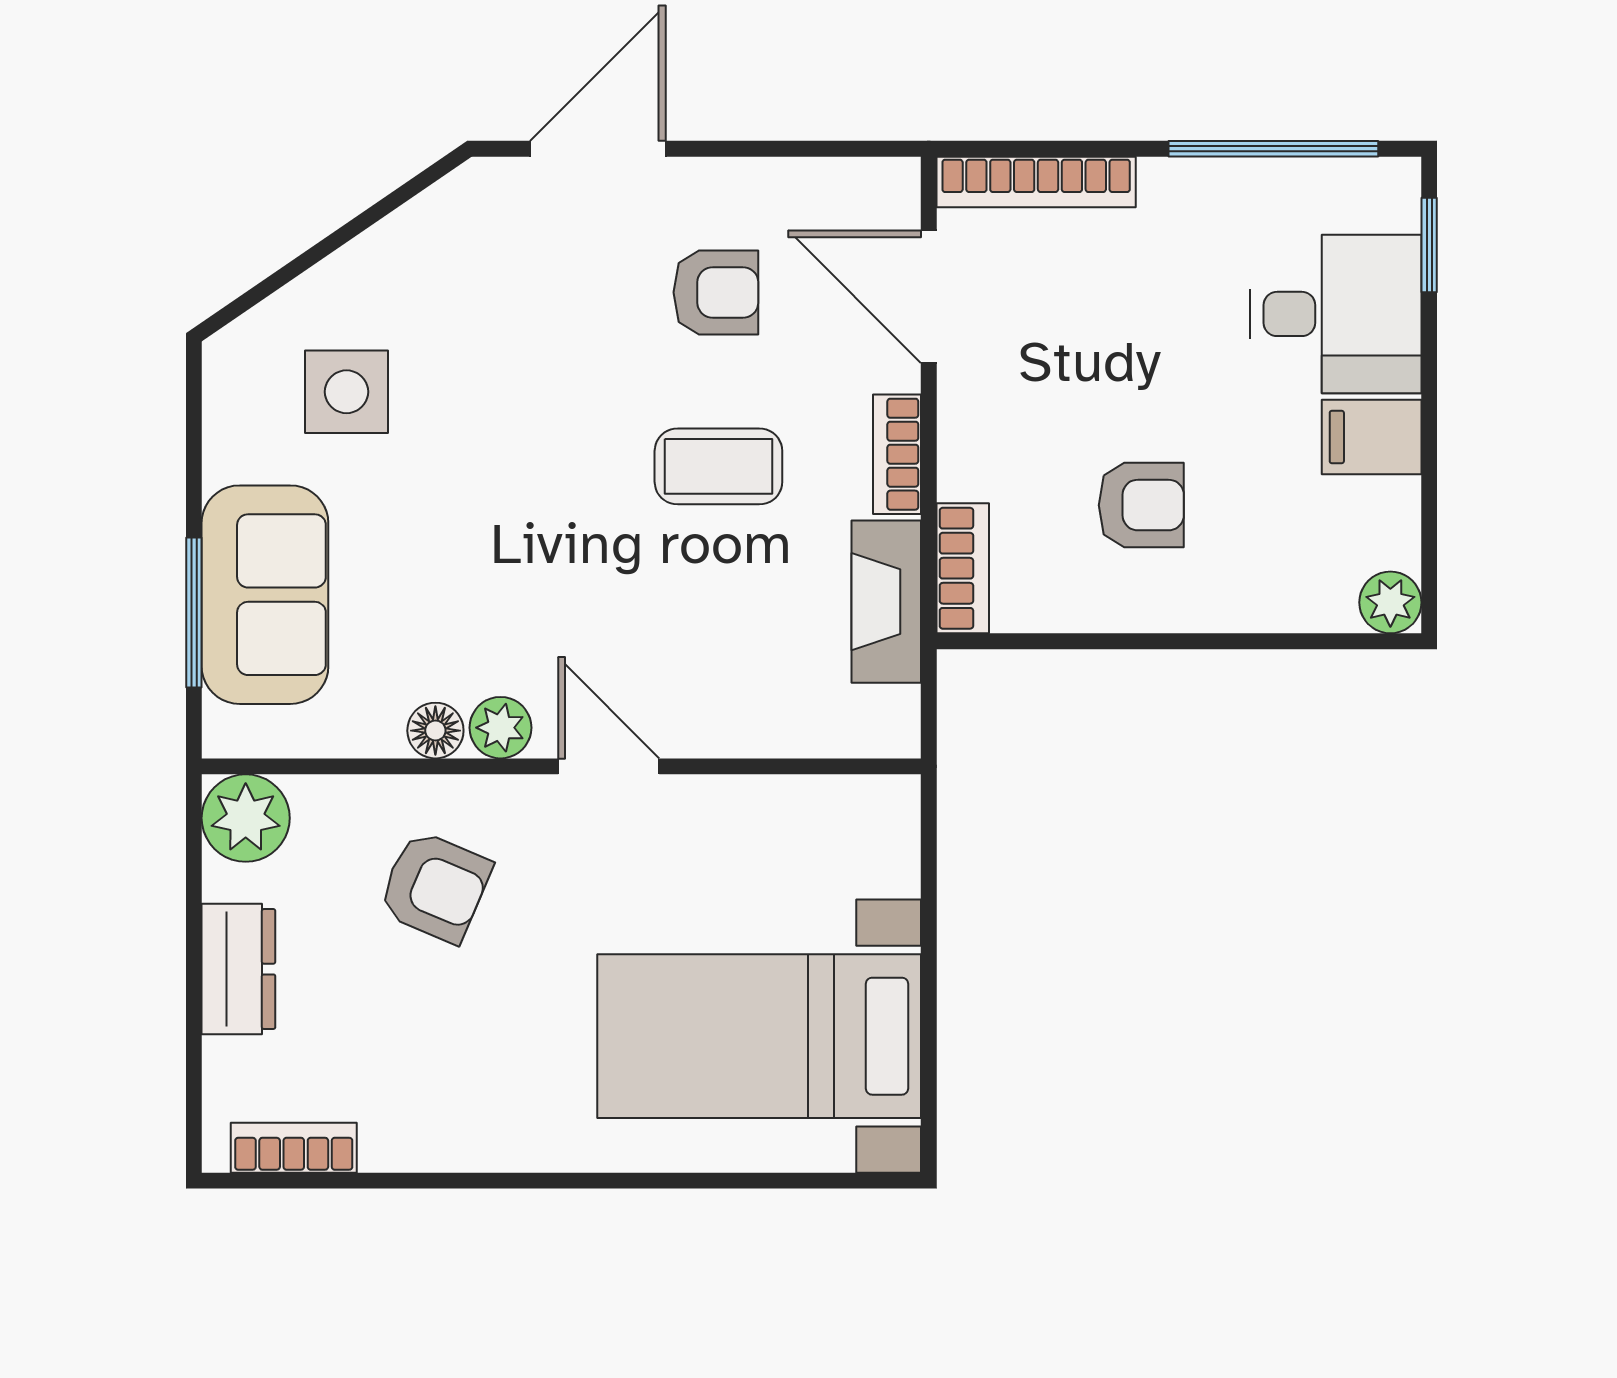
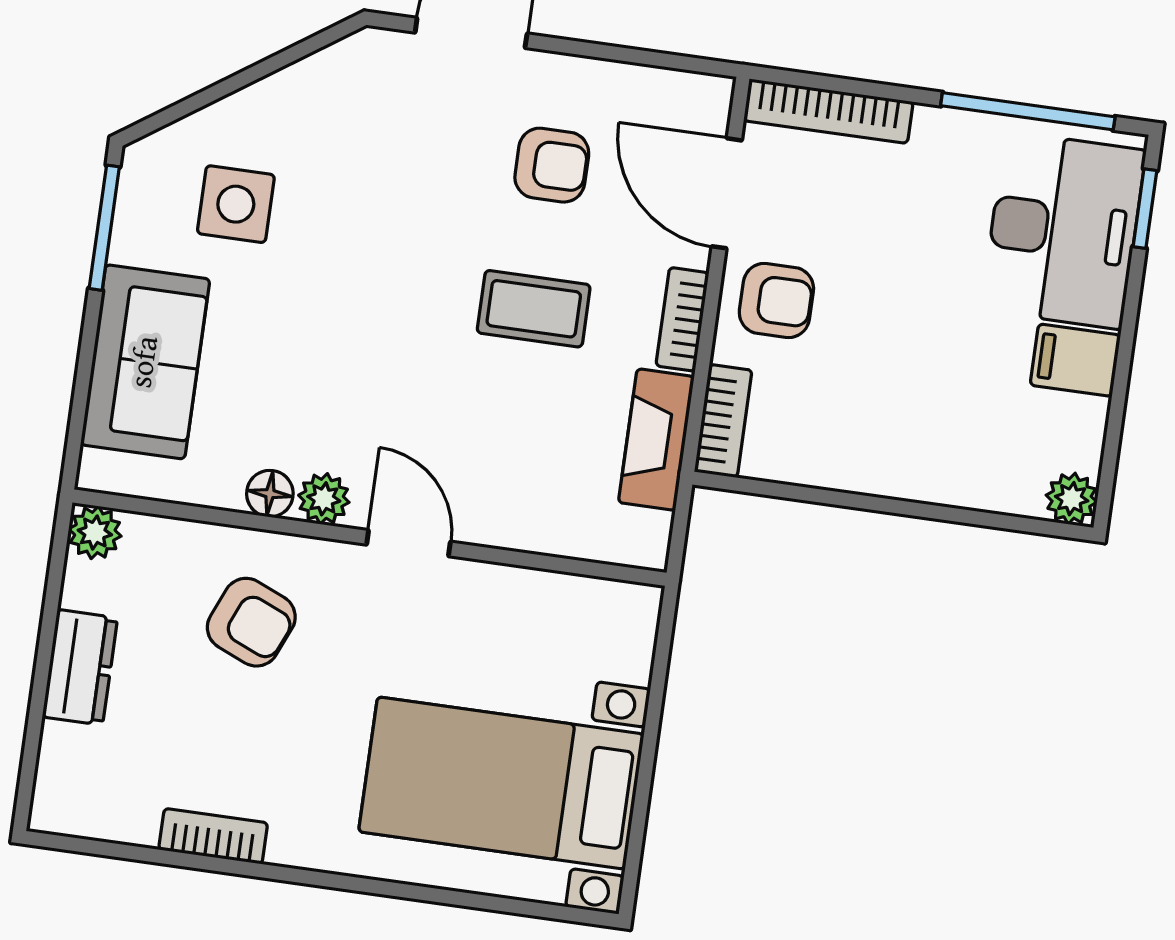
desk: (1336, 314) -> (1063, 230), width x1.37
armchair: (1141, 505) -> (776, 300), moved
window: (194, 612) -> (104, 228), moved
plant: (246, 818) -> (95, 532), width x0.73, depth x0.73
bookcase: (294, 1148) -> (213, 836), moved

